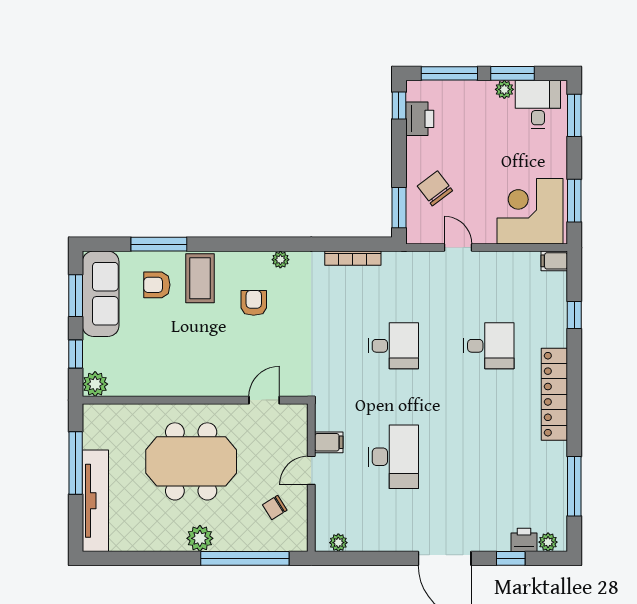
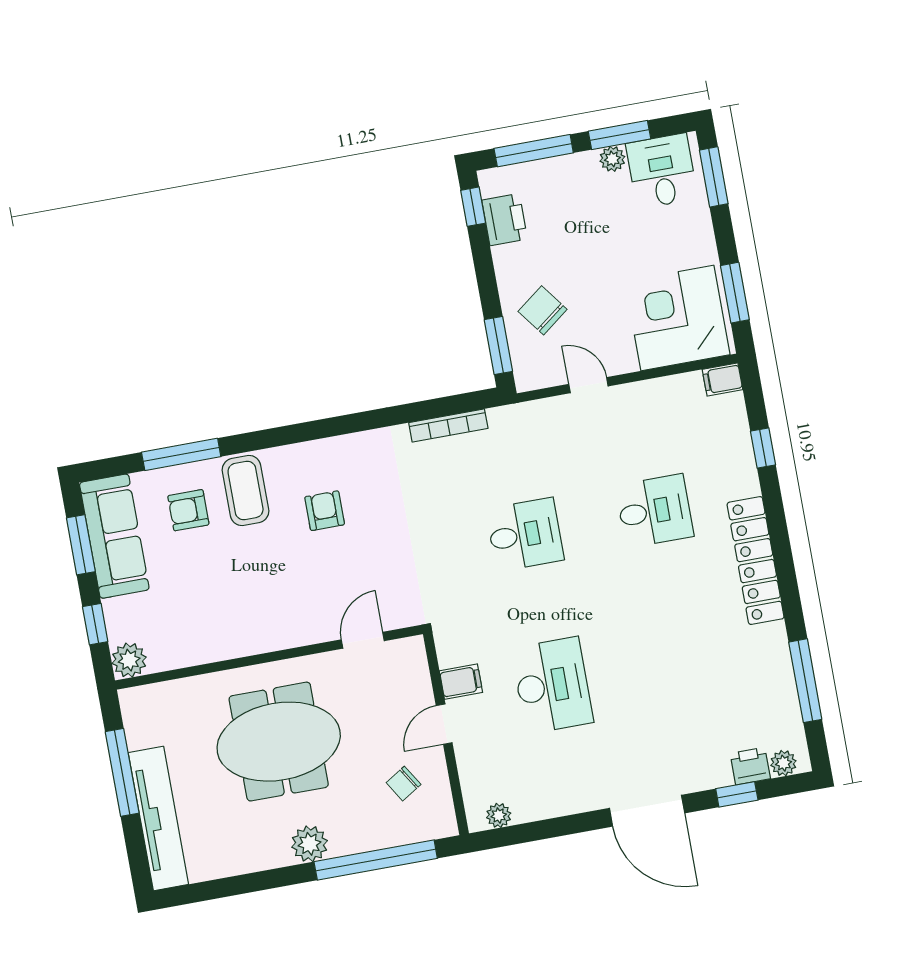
plant: (280, 260) -> (350, 445), removed

